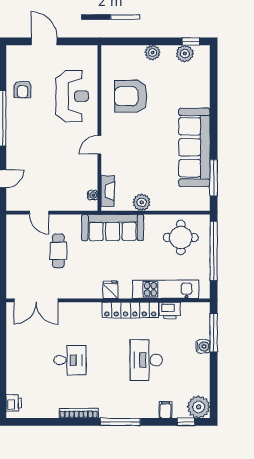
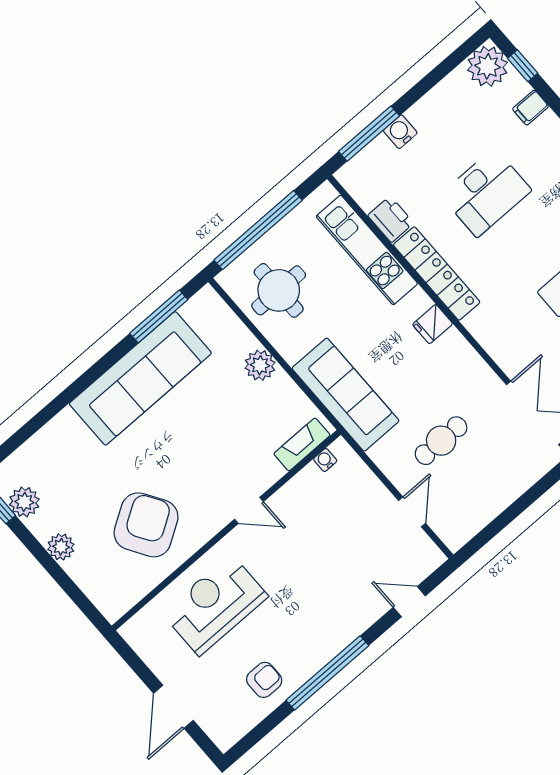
armchair: (131, 96) -> (146, 525), turned -122
plant: (142, 202) -> (260, 365), moved

